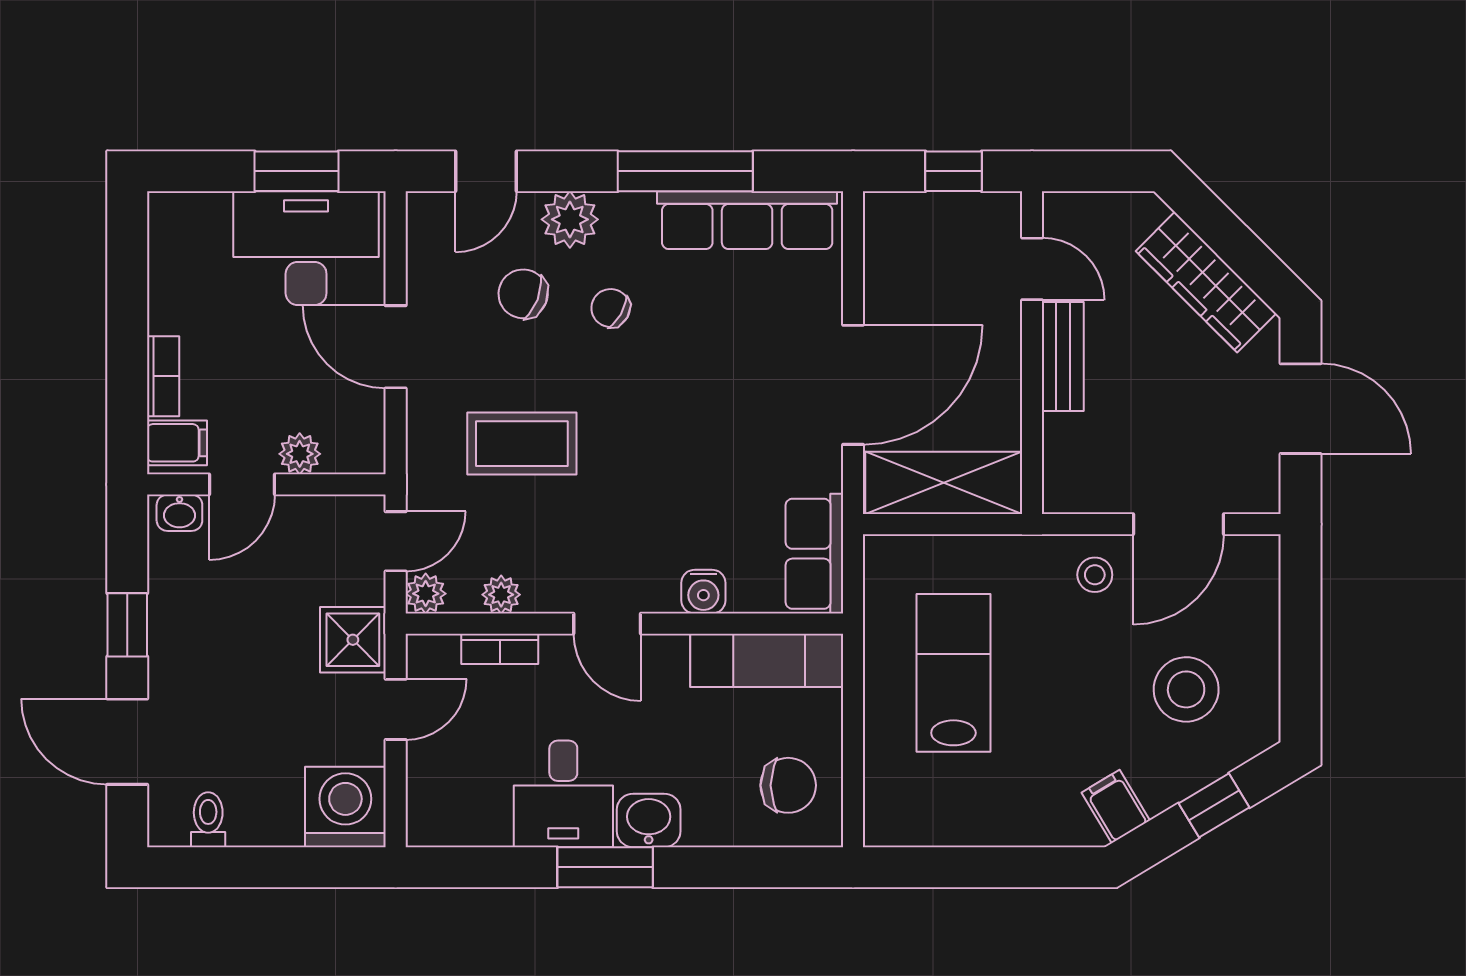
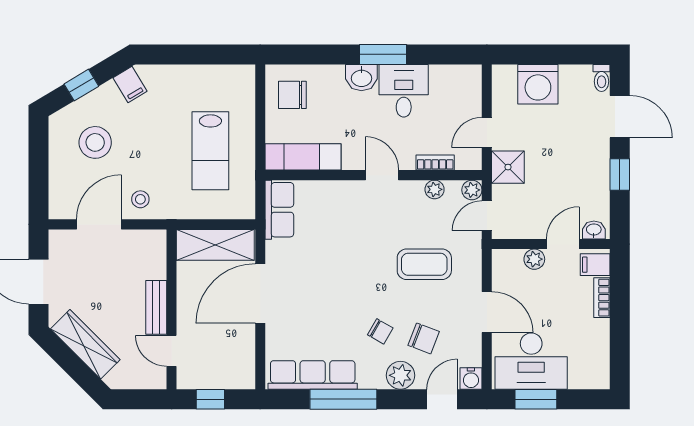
water cooler: (703, 592) -> (471, 378), moved, turned 180
washing machine: (345, 807) -> (538, 84), moved
toilet: (208, 820) -> (602, 78), moved

